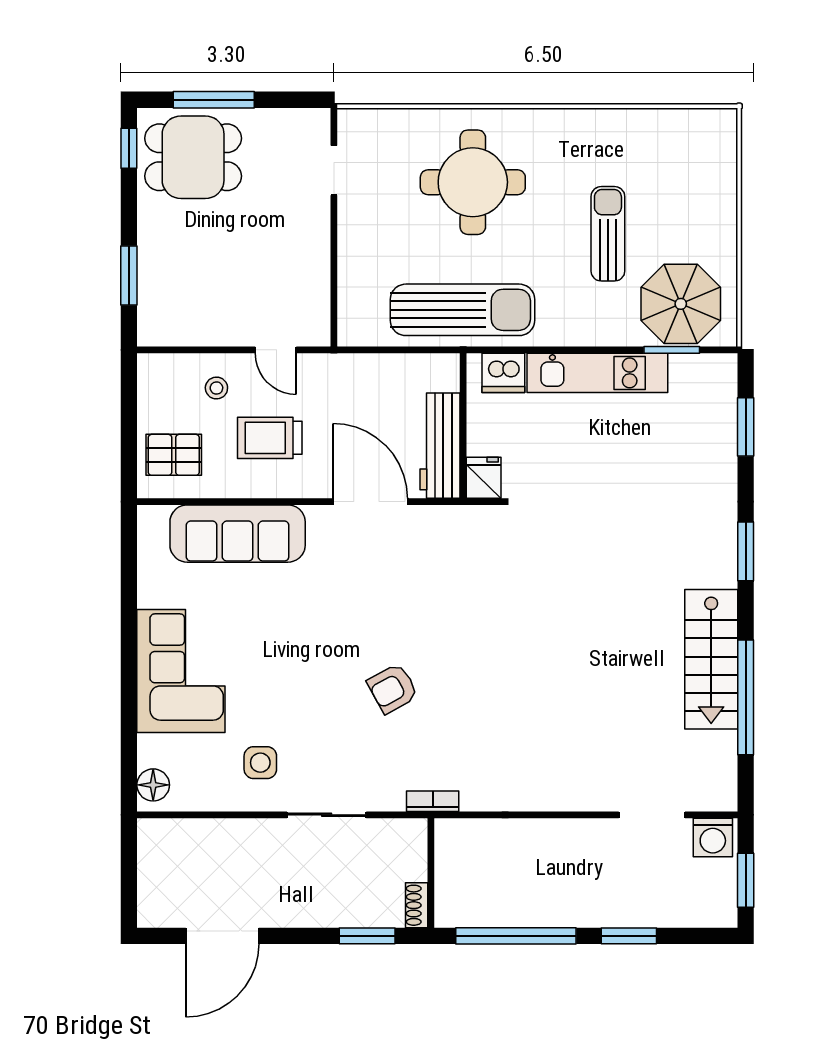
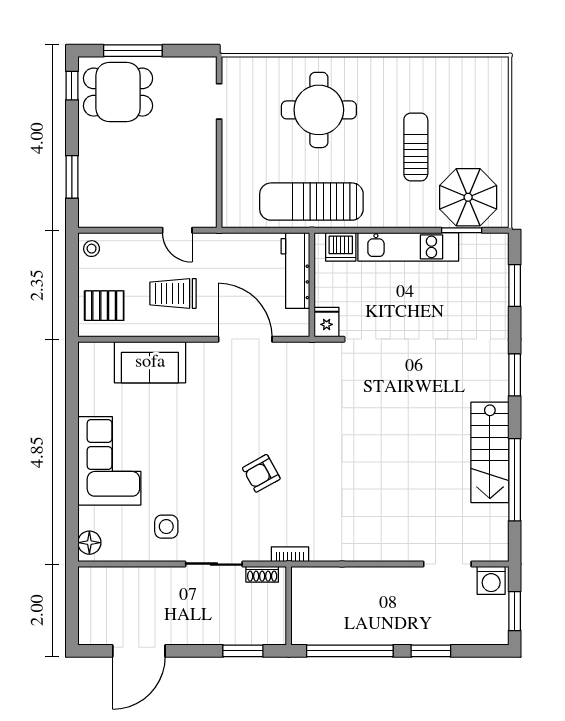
sun lounger: (463, 310) -> (311, 202), turned 180
stool: (216, 388) -> (92, 249), moved
workbench: (440, 446) -> (295, 271), moved
sofa: (238, 534) -> (150, 362), width x0.73
shoe rack: (417, 905) -> (262, 574), moved, turned -90

